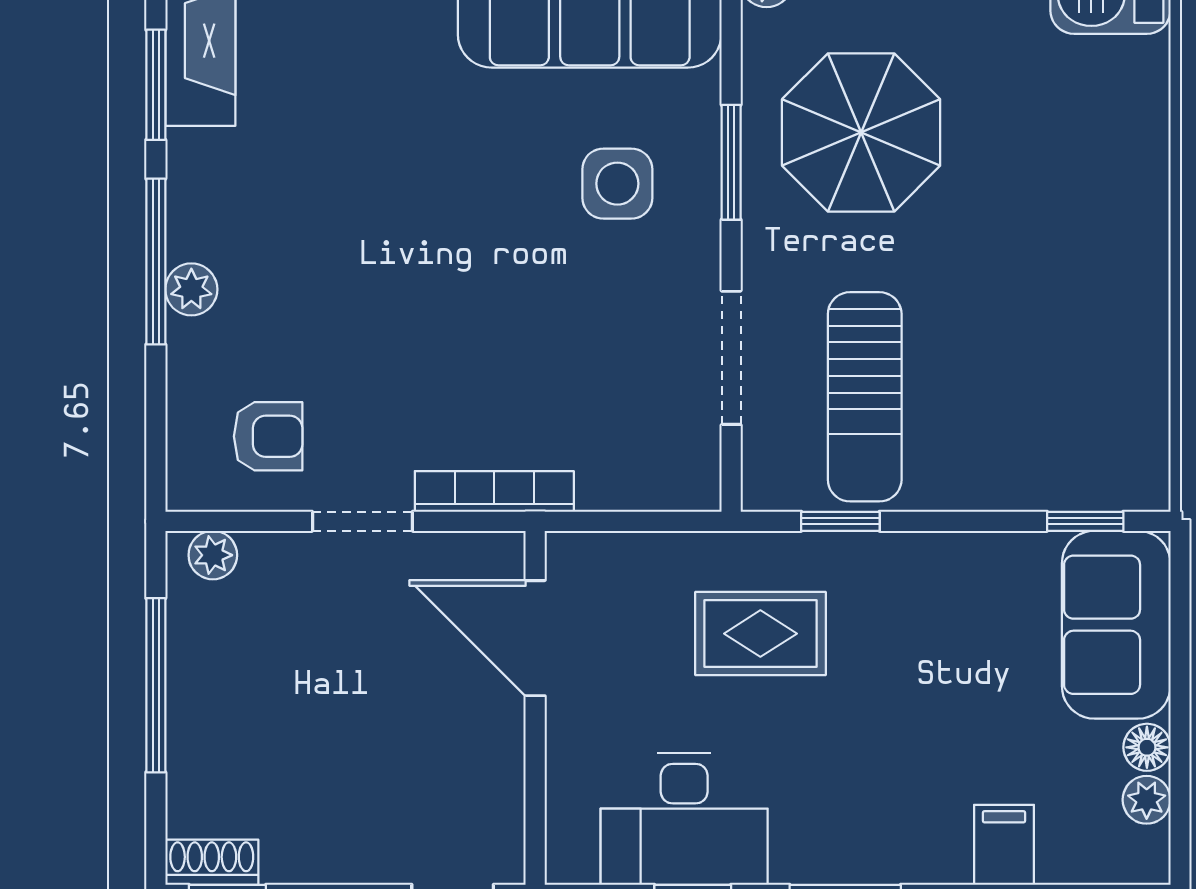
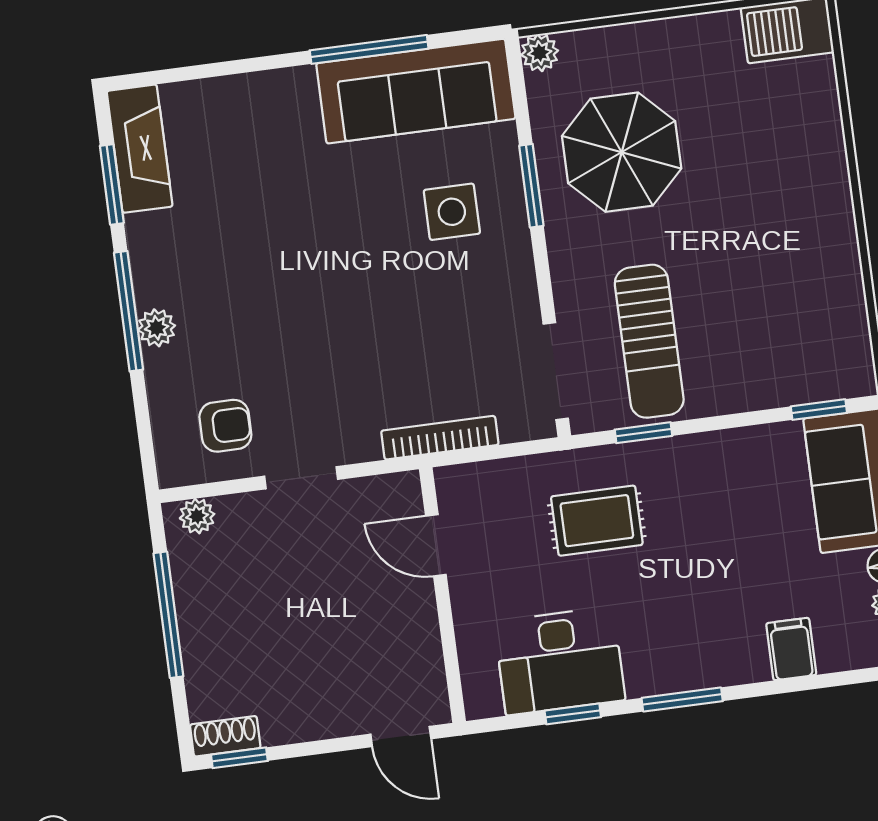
doorway: (731, 358) -> (556, 371), moved
bookcase: (494, 491) -> (440, 438), moved
door: (535, 638) -> (436, 545), width x0.73

